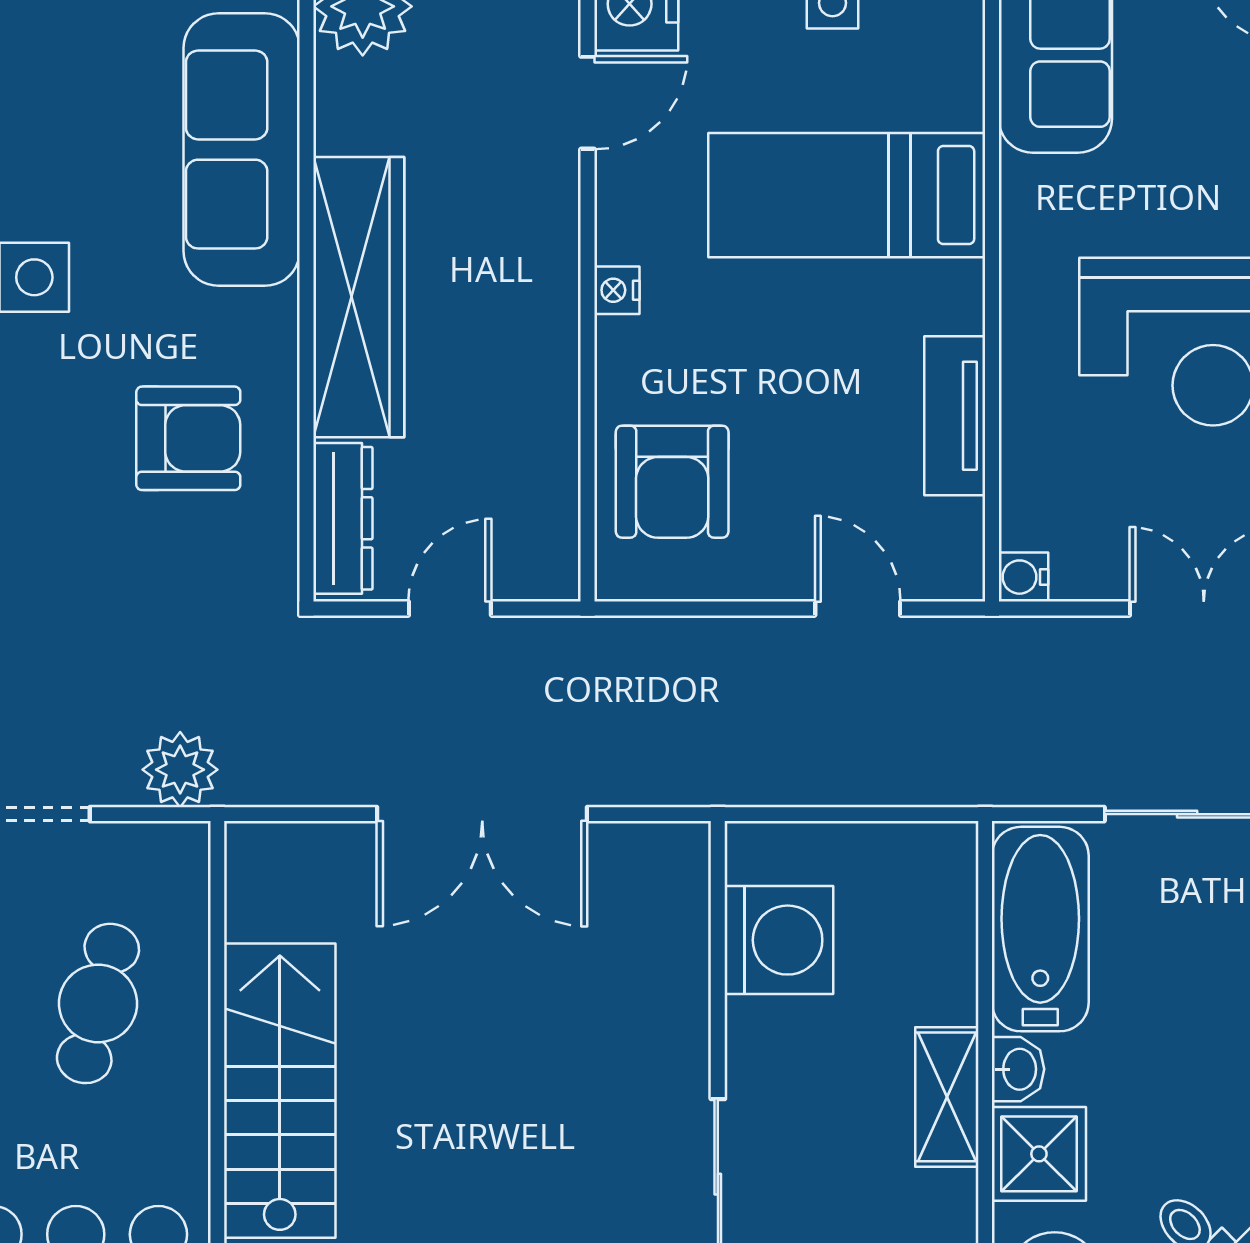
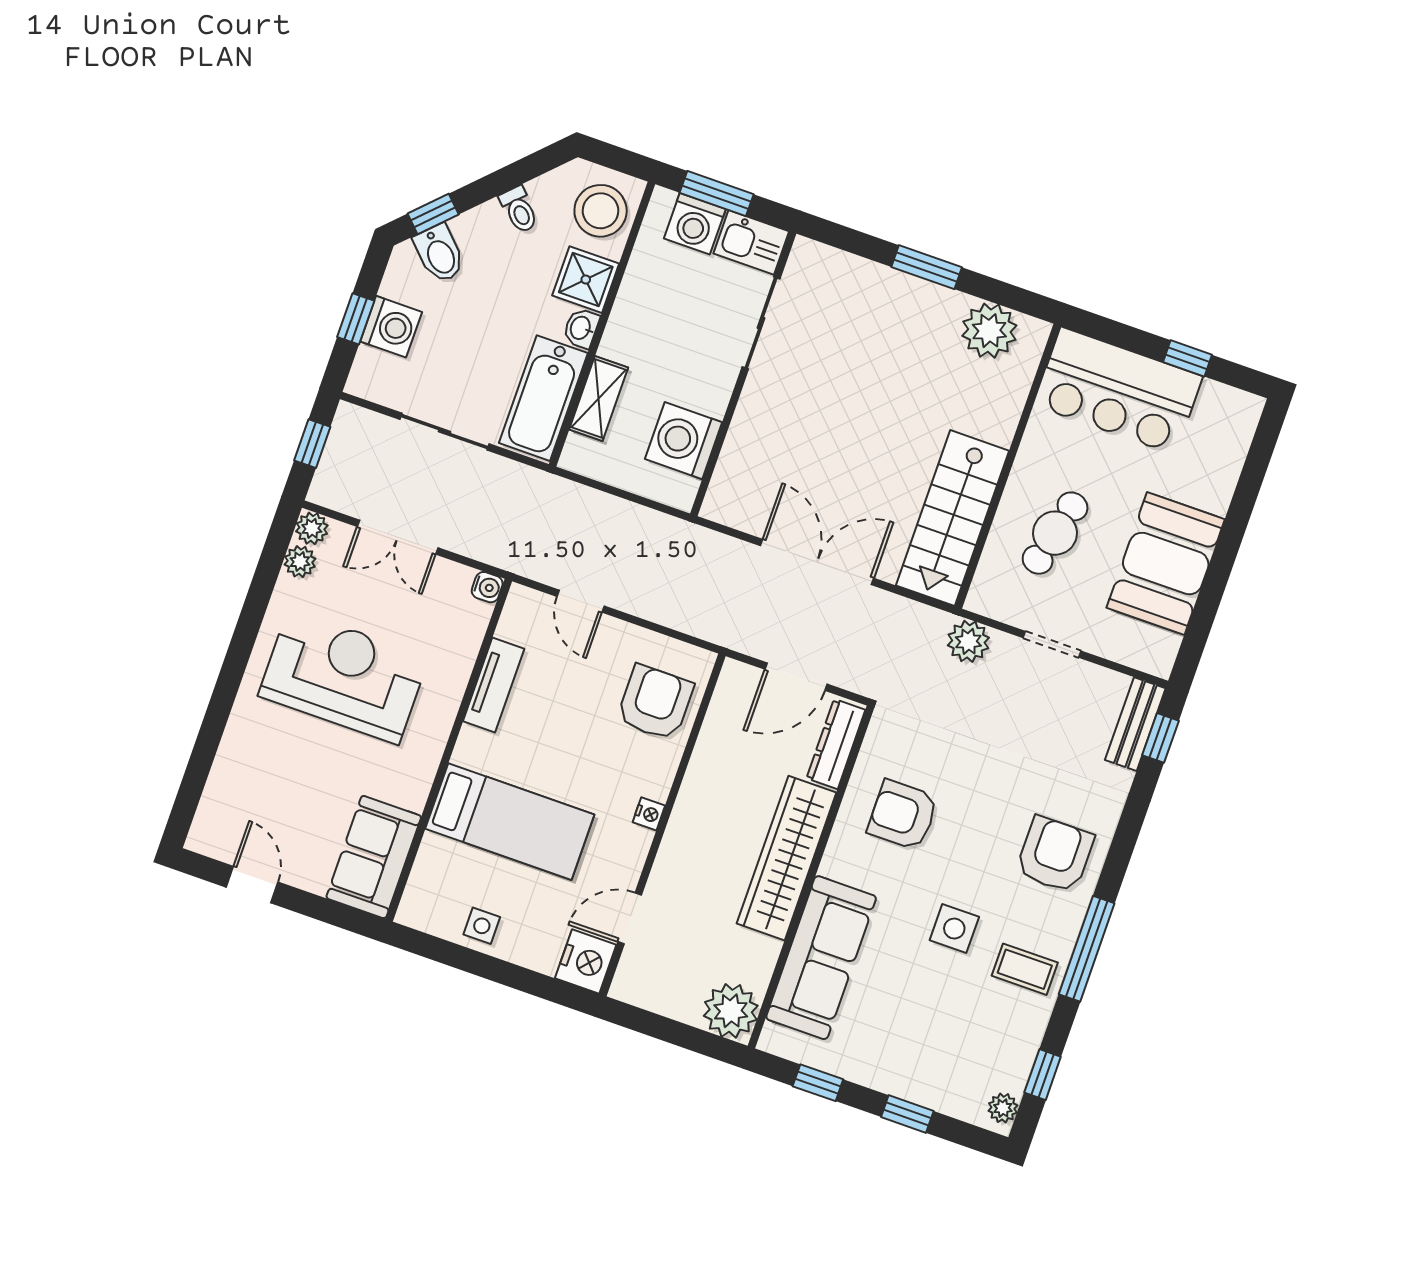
door: (450, 608) -> (796, 677), width x1.37
stairs: (280, 1091) -> (952, 518), moved
shelving: (947, 1097) -> (599, 399), moved

